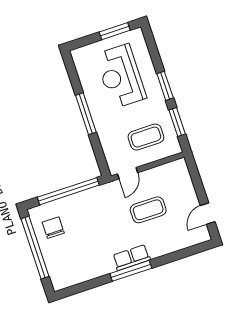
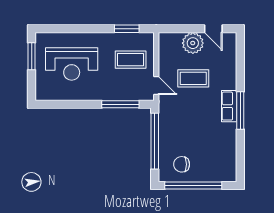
window: (165, 86) -> (92, 29), removed
window: (86, 114) -> (120, 104), moved
coffee table: (146, 137) -> (131, 60), turned 90
plant: (185, 197) -> (193, 43), added
coffee table: (148, 210) -> (193, 78), turned 90

